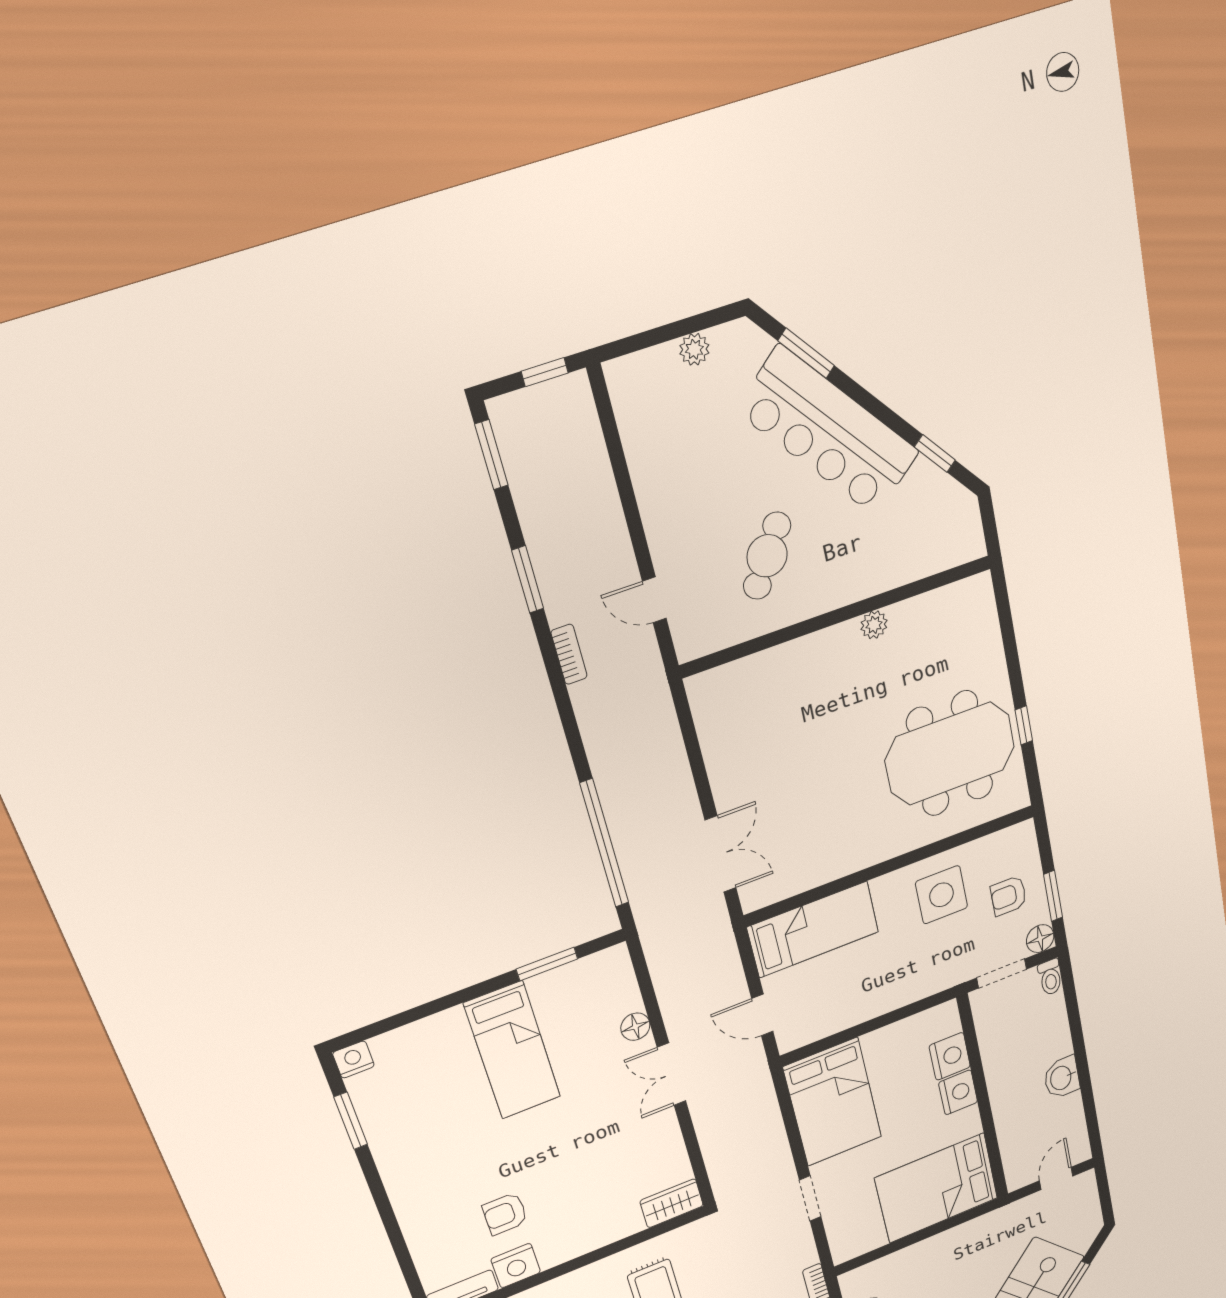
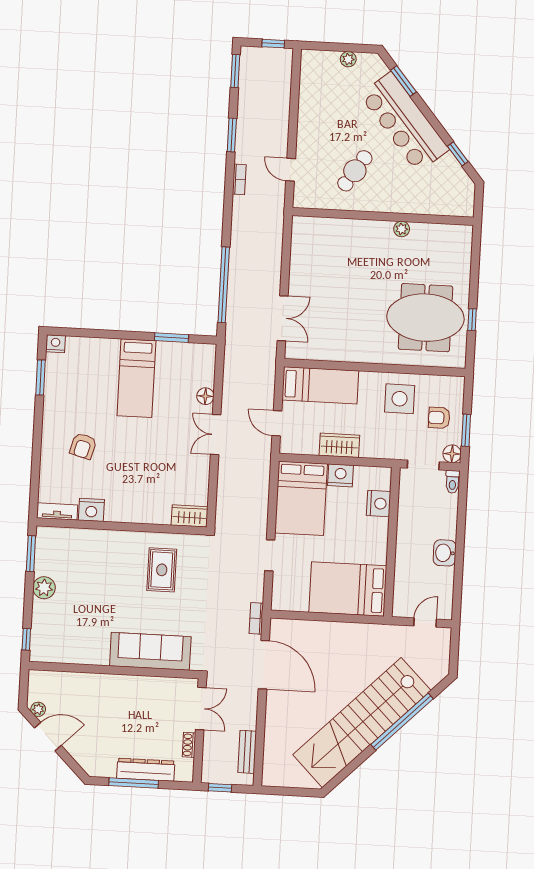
wardrobe: (868, 1003) -> (339, 445), added
nightstand: (958, 1092) -> (340, 475), moved, turned -90
armchair: (505, 1214) -> (83, 446), moved, turned -75

